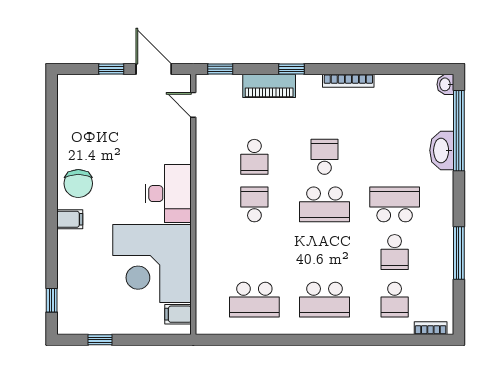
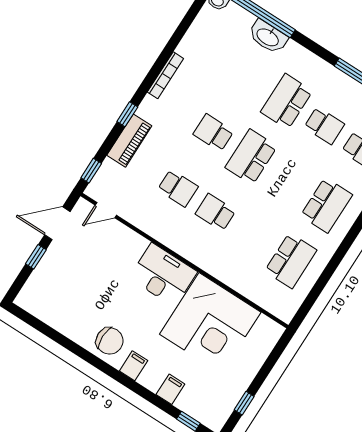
school desk: (324, 204) -> (251, 157), turned 180
filing cabinet: (178, 314) -> (170, 389), moved, turned 180

